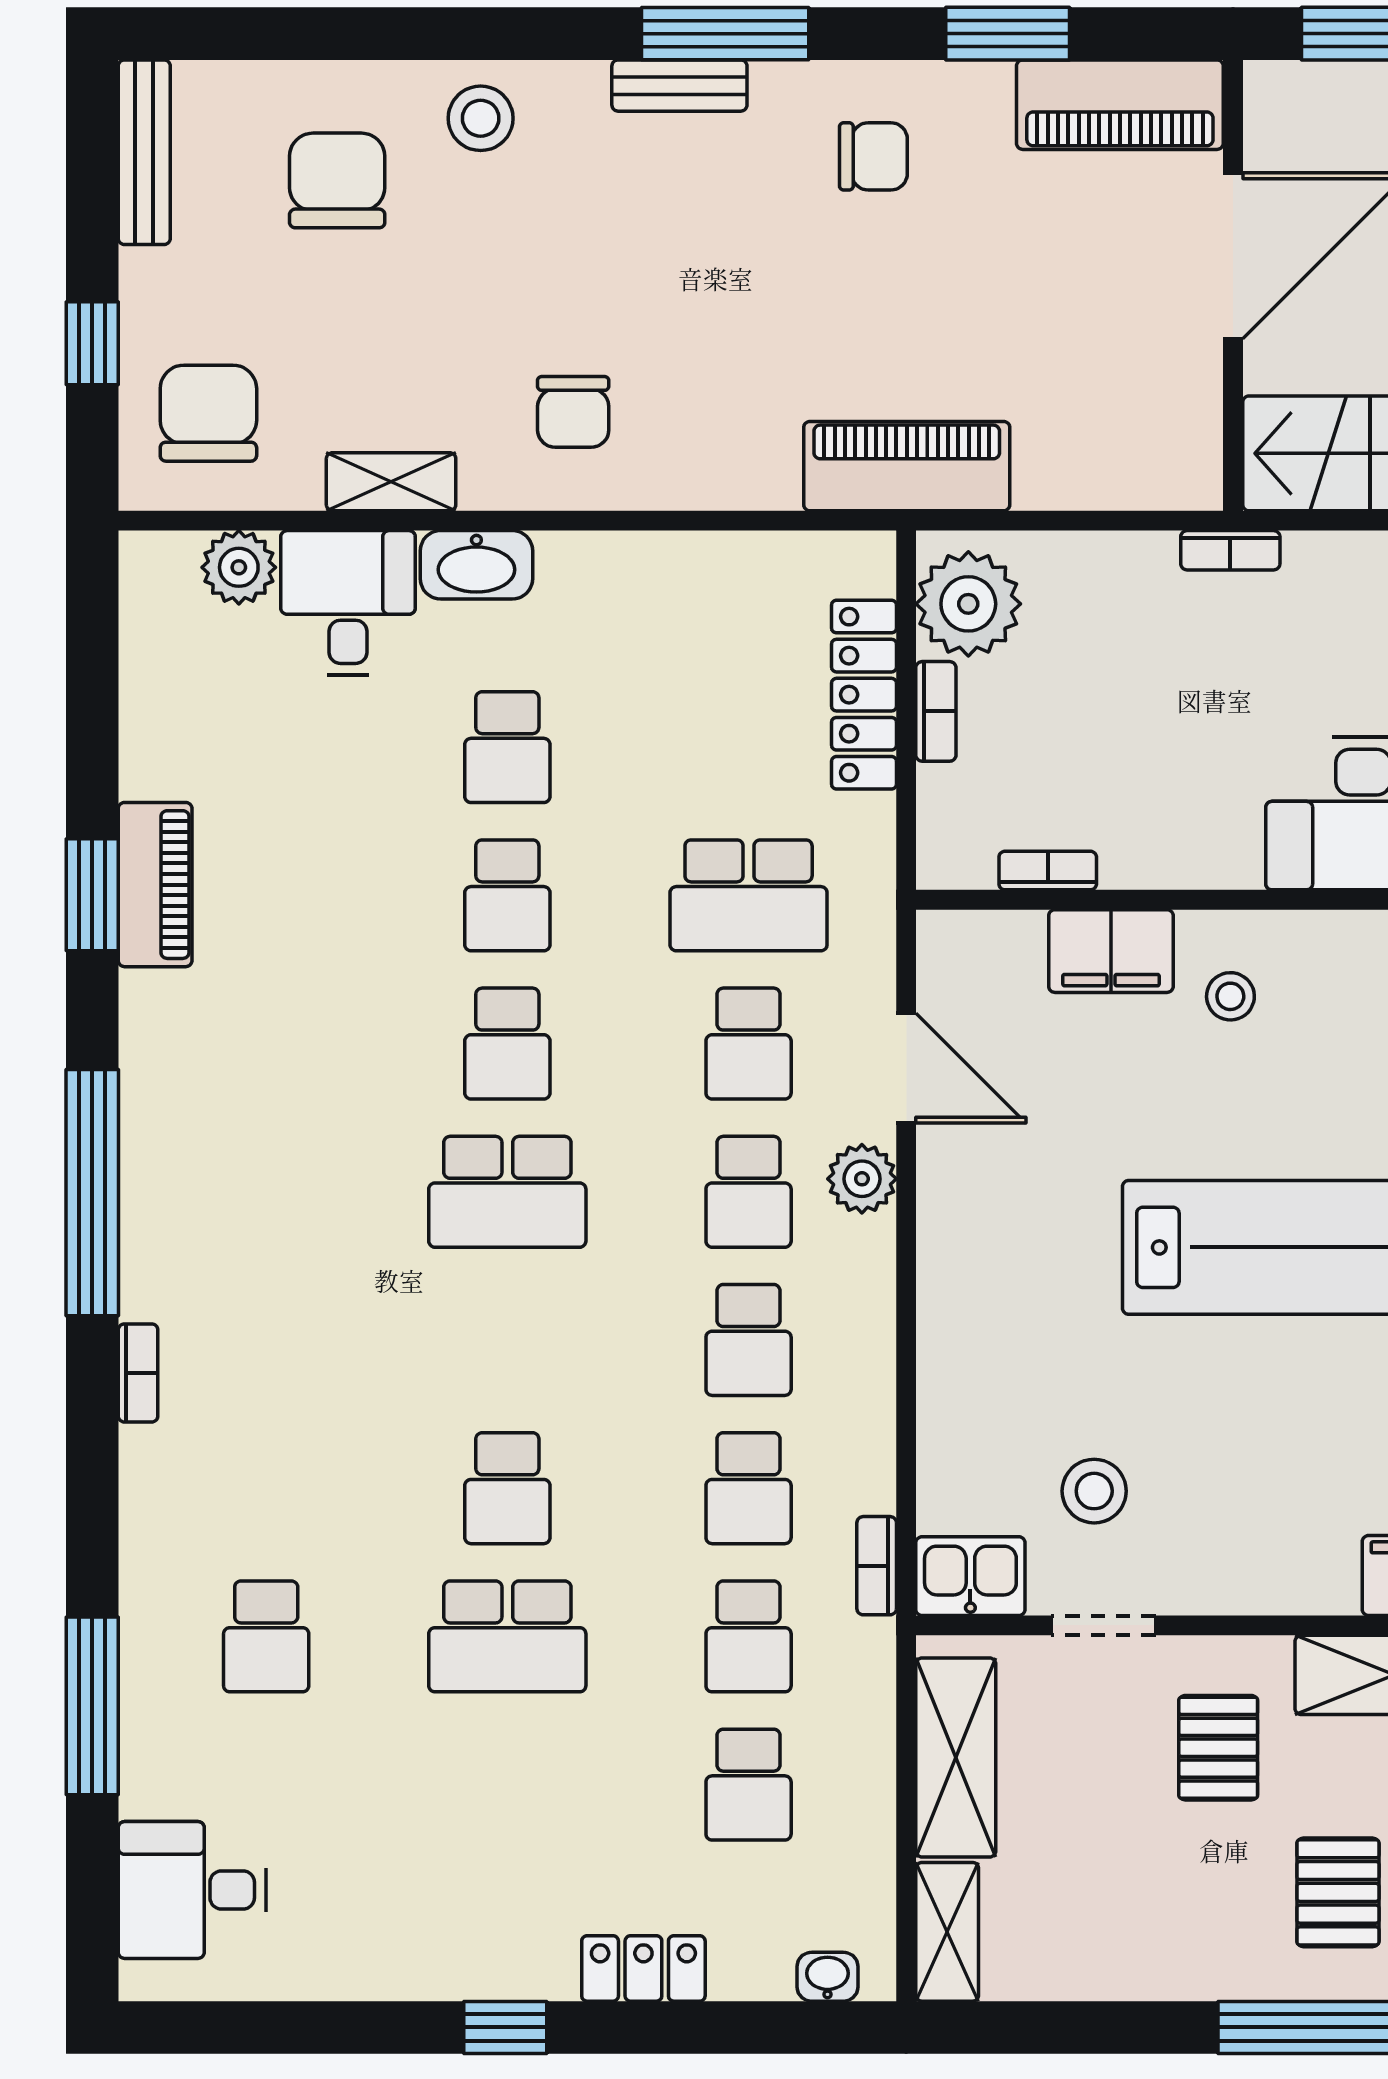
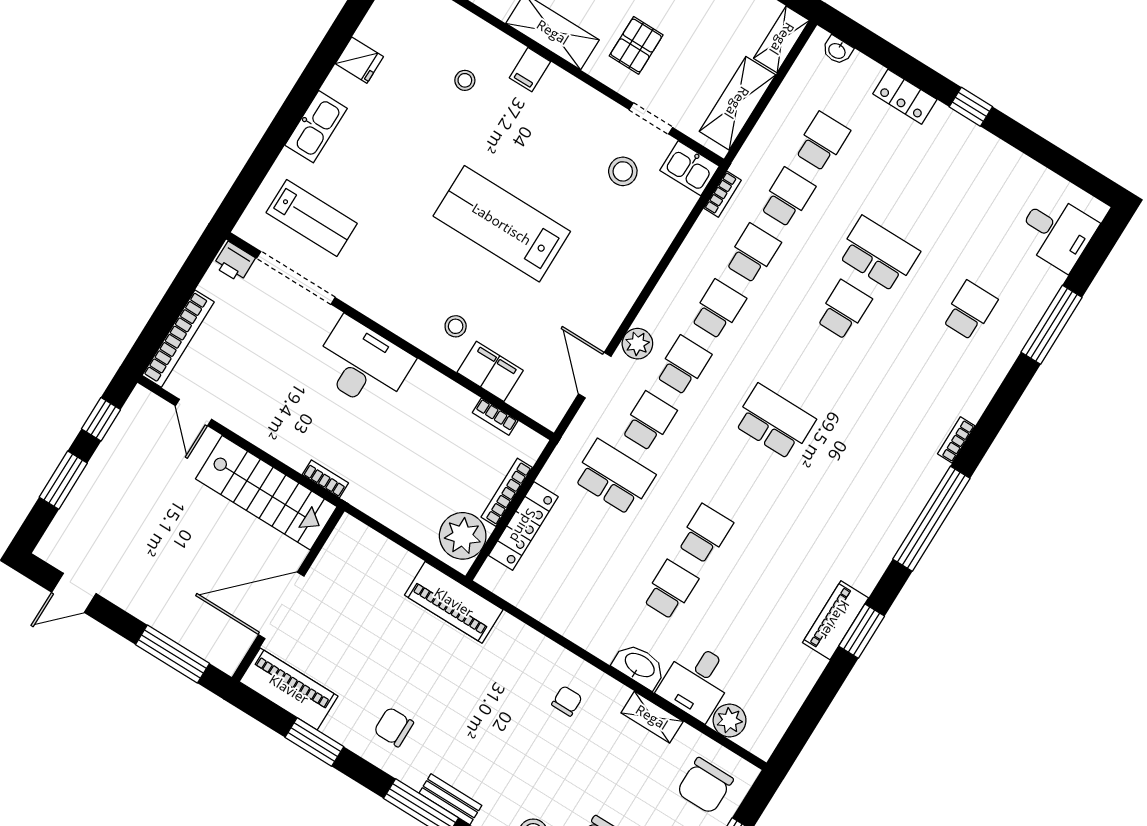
chair: (573, 412) -> (567, 701), width x0.73, depth x0.73
bookcase: (1230, 550) -> (325, 479), moved
bookcase: (936, 711) -> (507, 492), width x1.56
school desk: (507, 1044) -> (740, 478), removed

